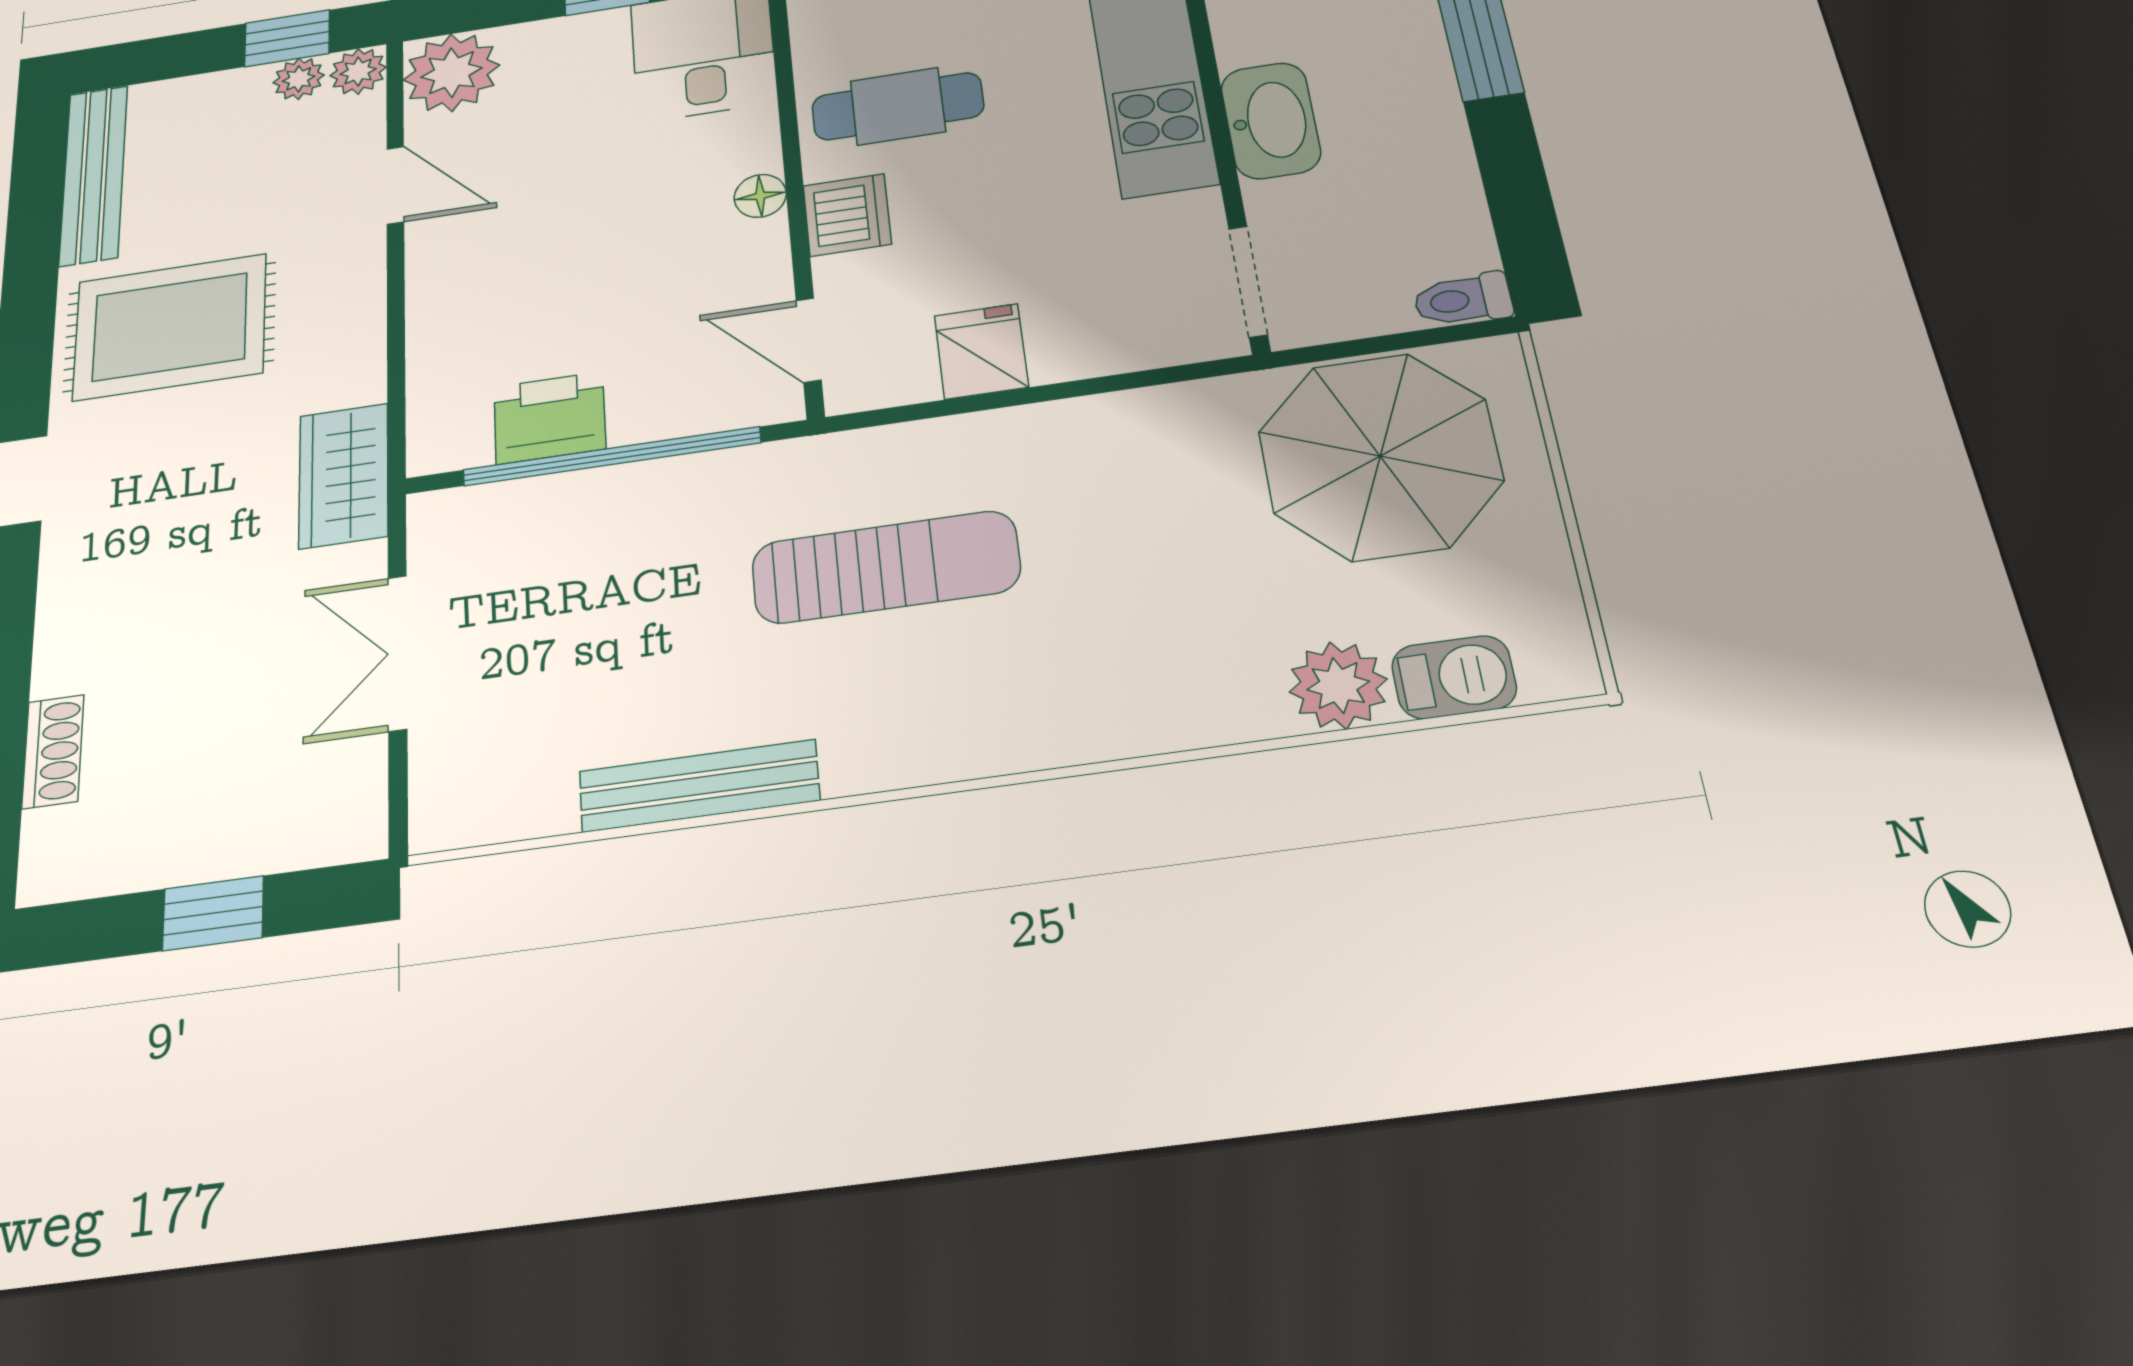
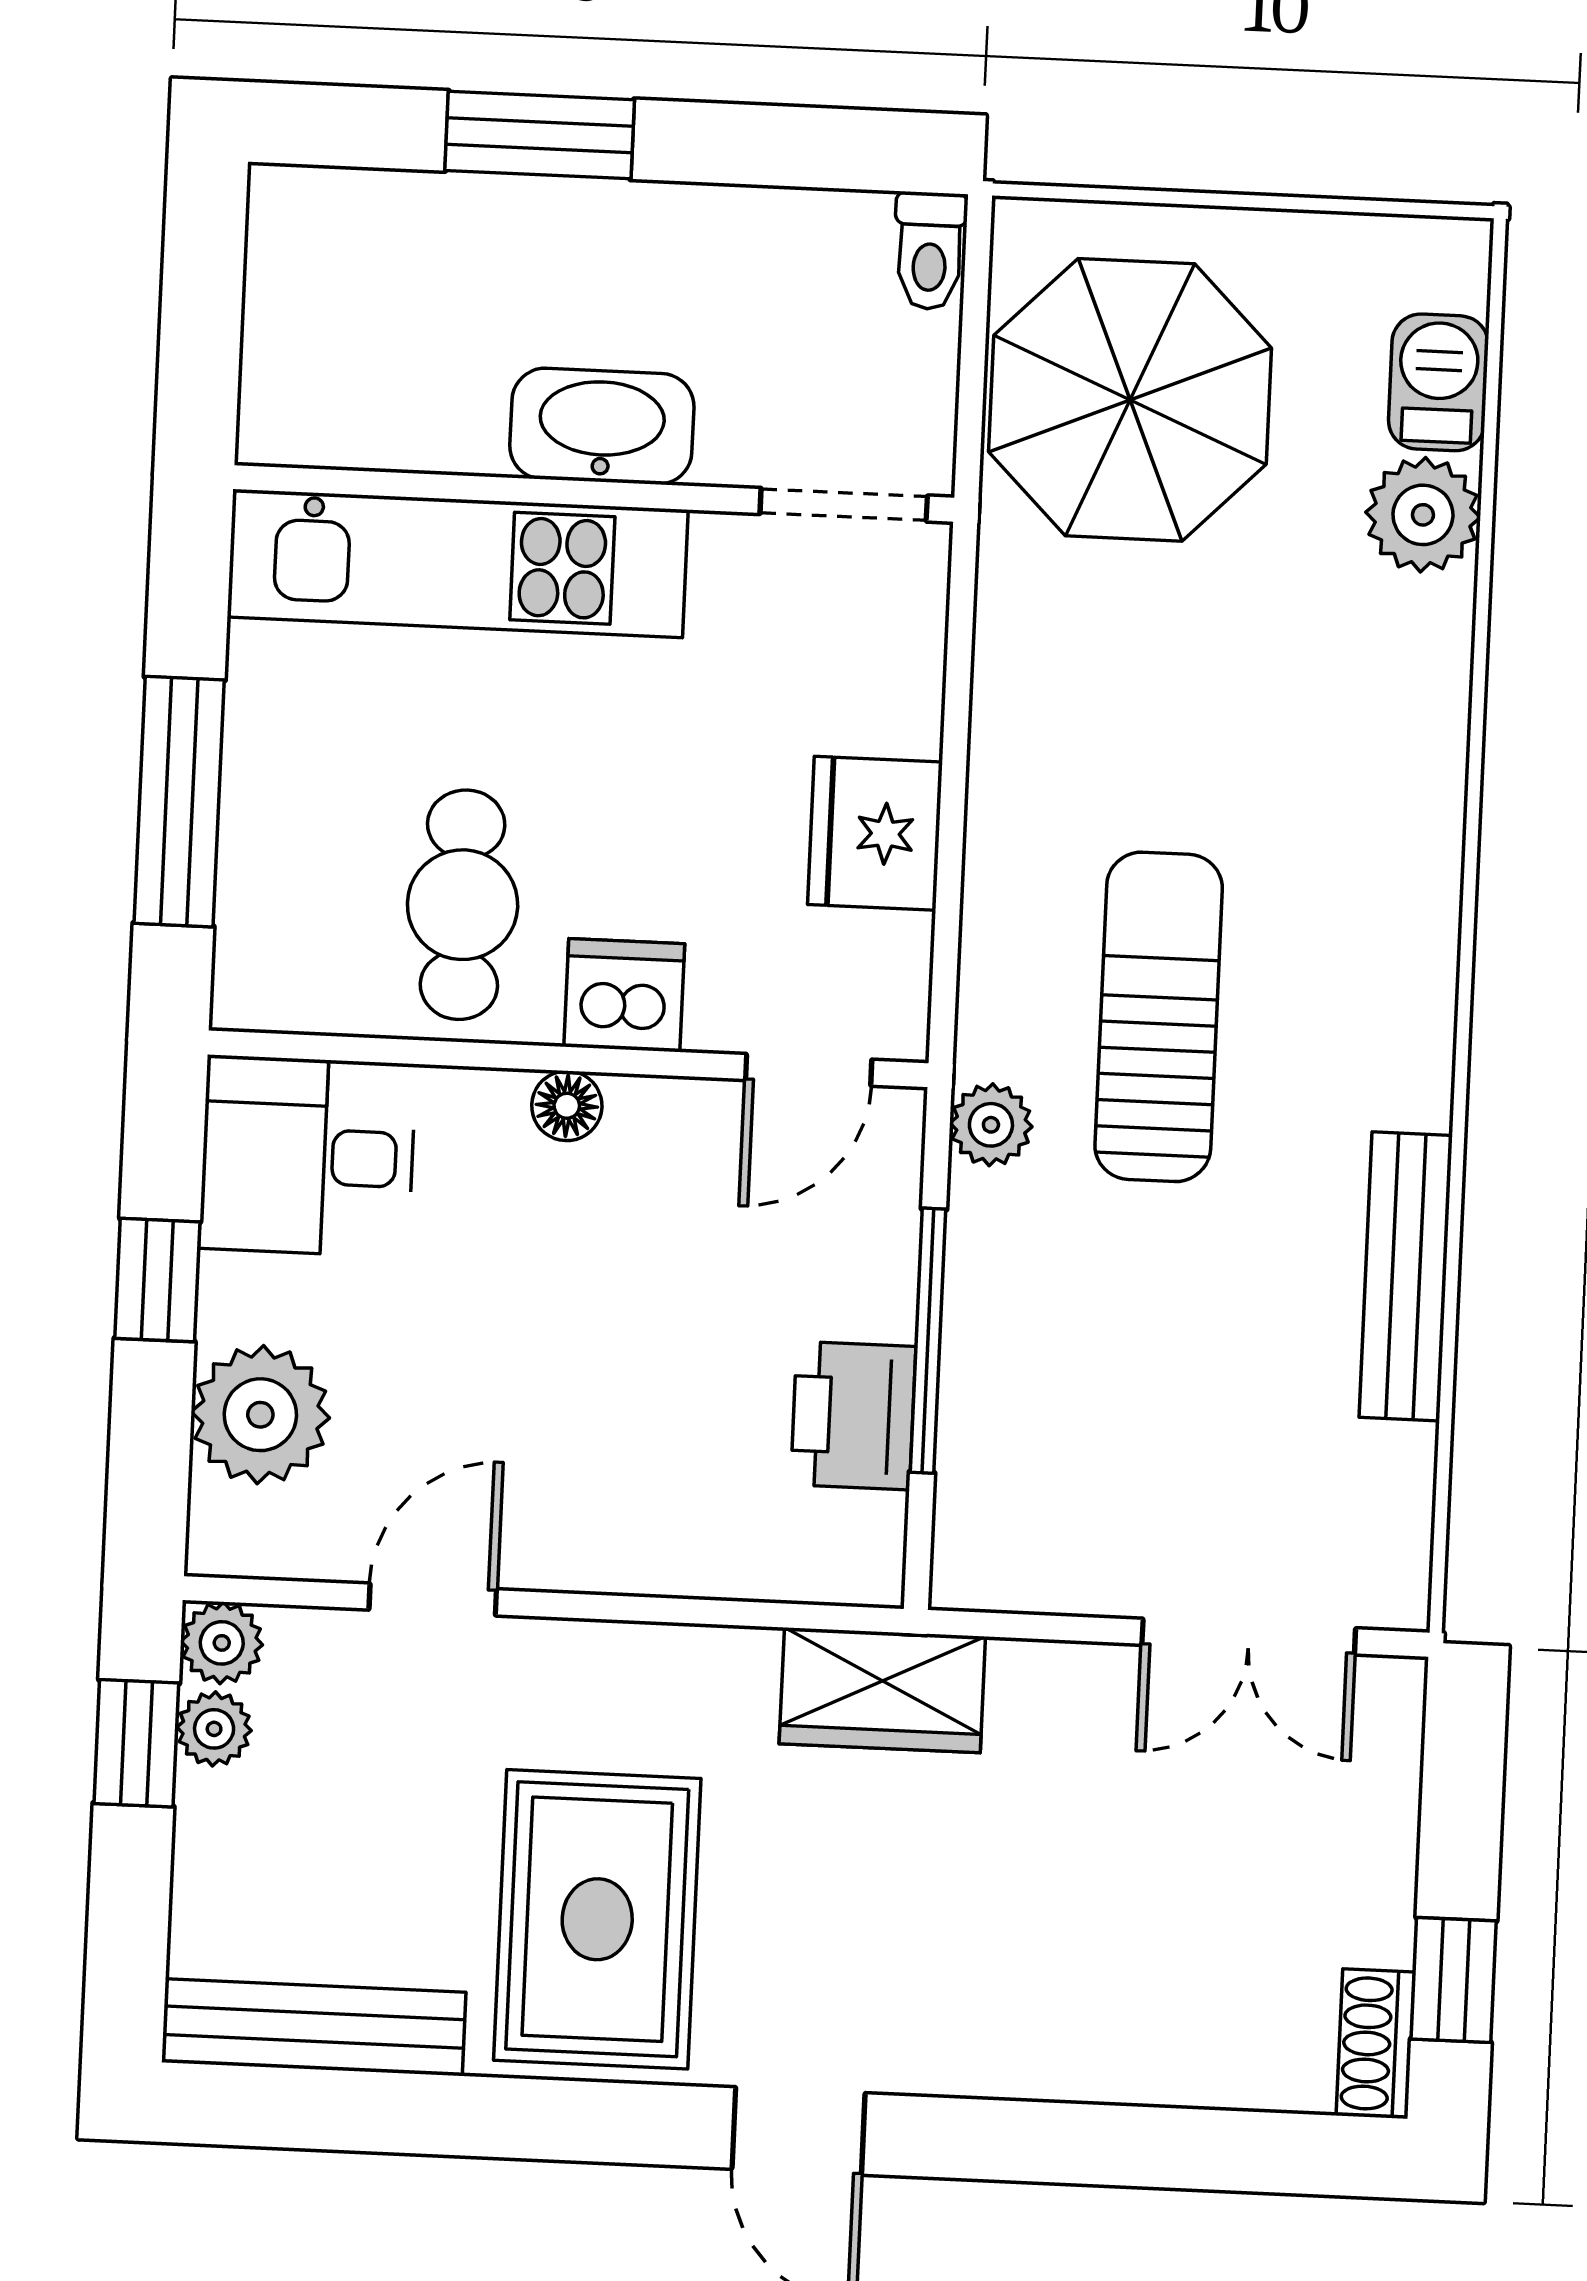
plant: (451, 73) -> (260, 1415), moved
fridge: (981, 351) -> (875, 833), width x1.38
window: (611, 456) -> (928, 1341), width x0.68
plant: (783, 467) -> (991, 1125), added
double door: (397, 653) -> (1249, 1637), moved
shoe rack: (53, 751) -> (1375, 2044), moved, turned -90
window: (213, 913) -> (1454, 1980), moved

